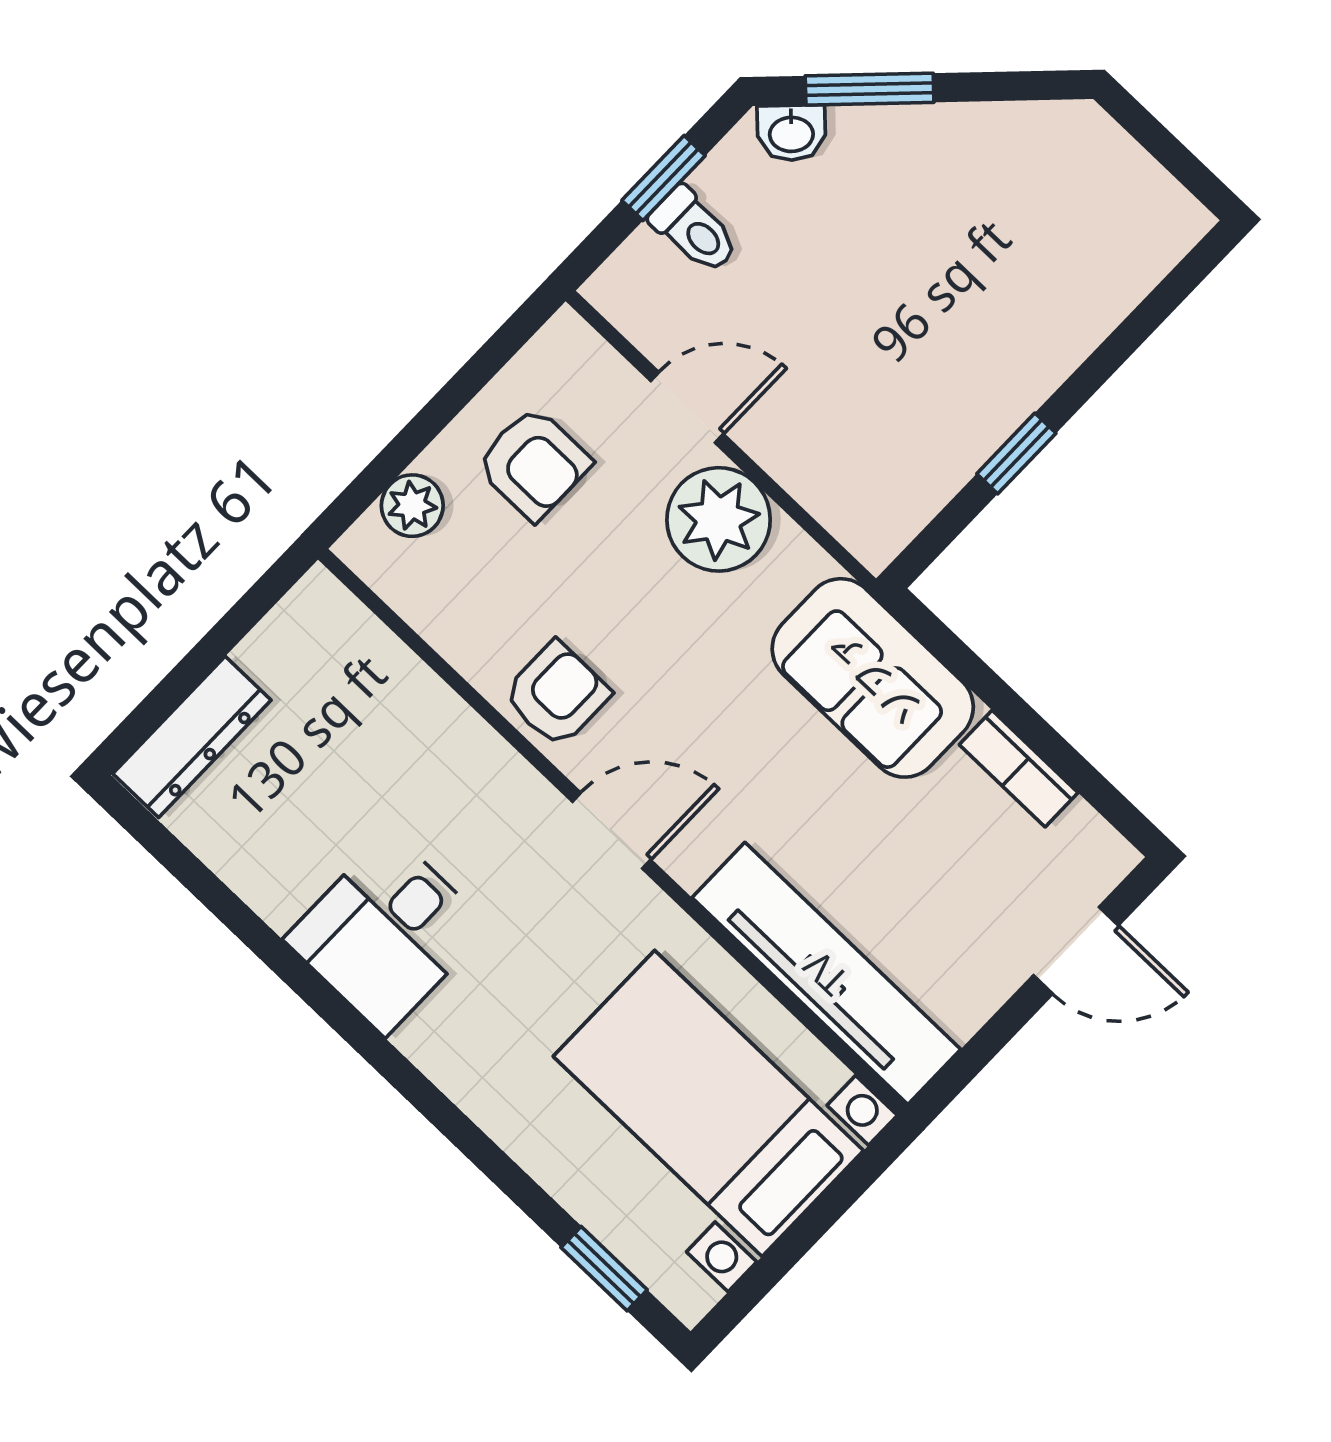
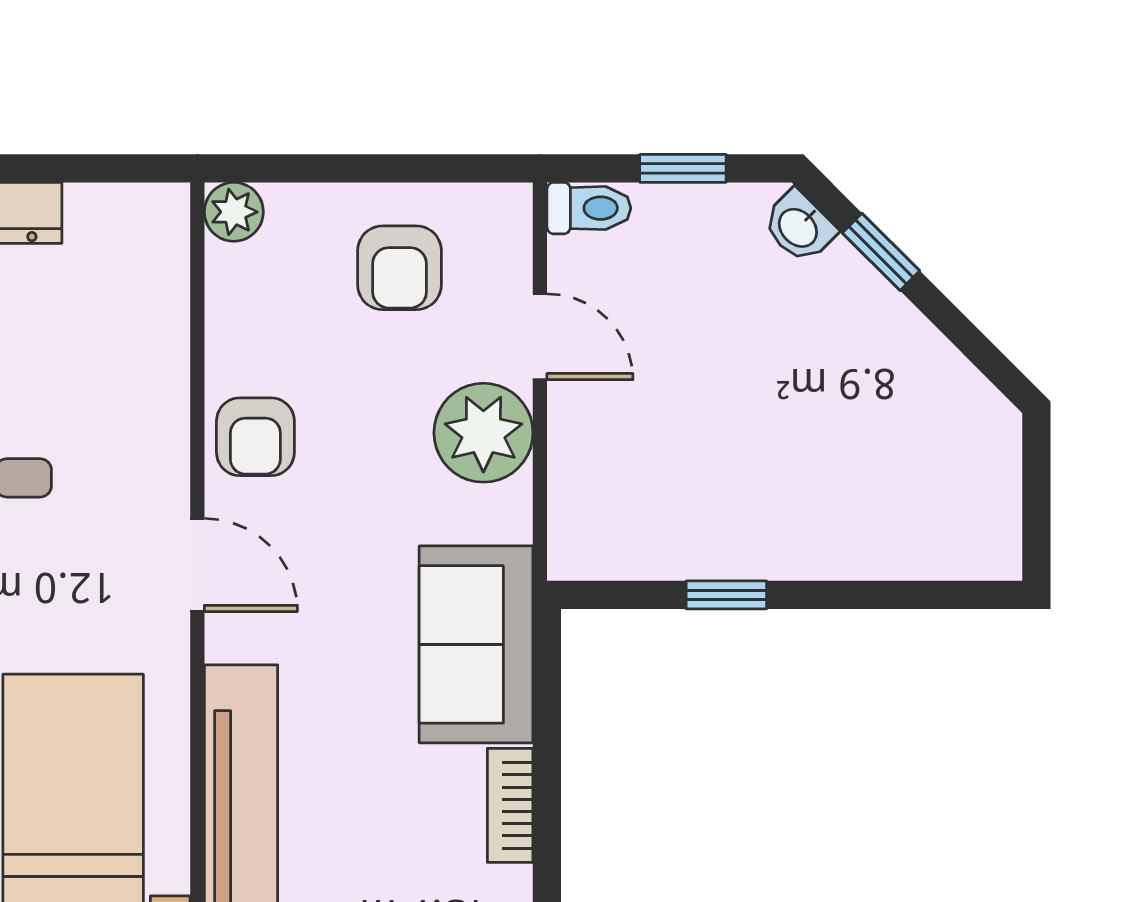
window: (870, 89) -> (881, 252), width x0.67
toilet: (694, 230) -> (589, 208), moved, turned -90
plant: (412, 506) -> (234, 212), moved
armchair: (557, 694) -> (255, 437), turned 90

